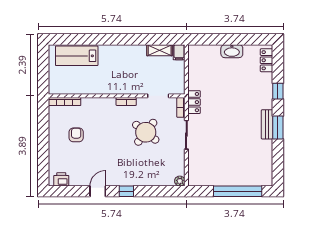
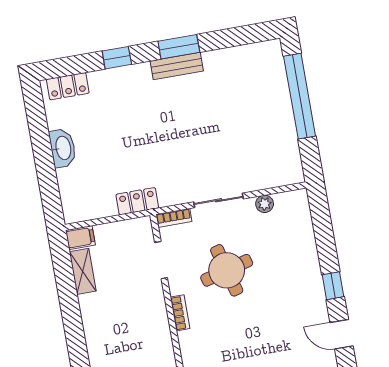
locker: (194, 102) -> (137, 201), moved
round table: (146, 132) -> (227, 270), turned 37
plant: (180, 181) -> (265, 204), moved

